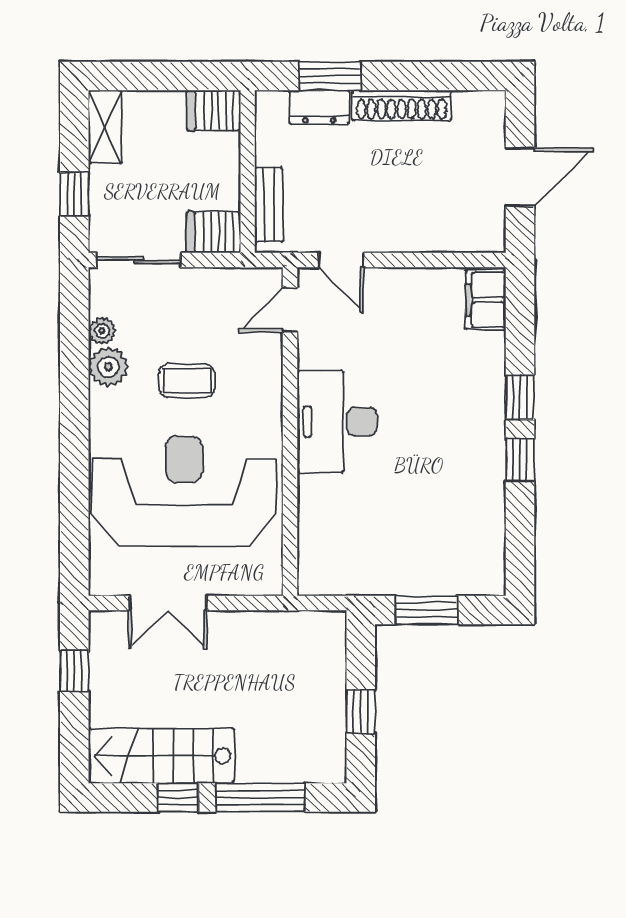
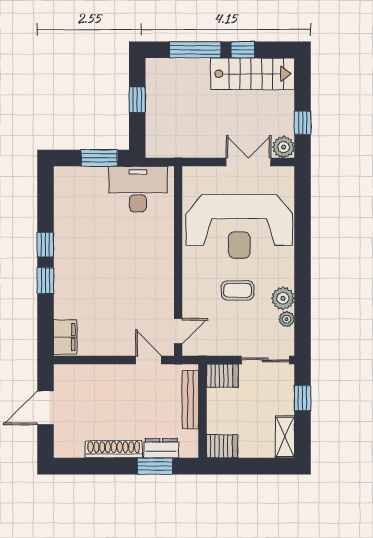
bench: (269, 205) -> (190, 400), width x1.36
desk: (337, 422) -> (138, 189), moved, turned -90
plant: (107, 629) -> (284, 147), added

